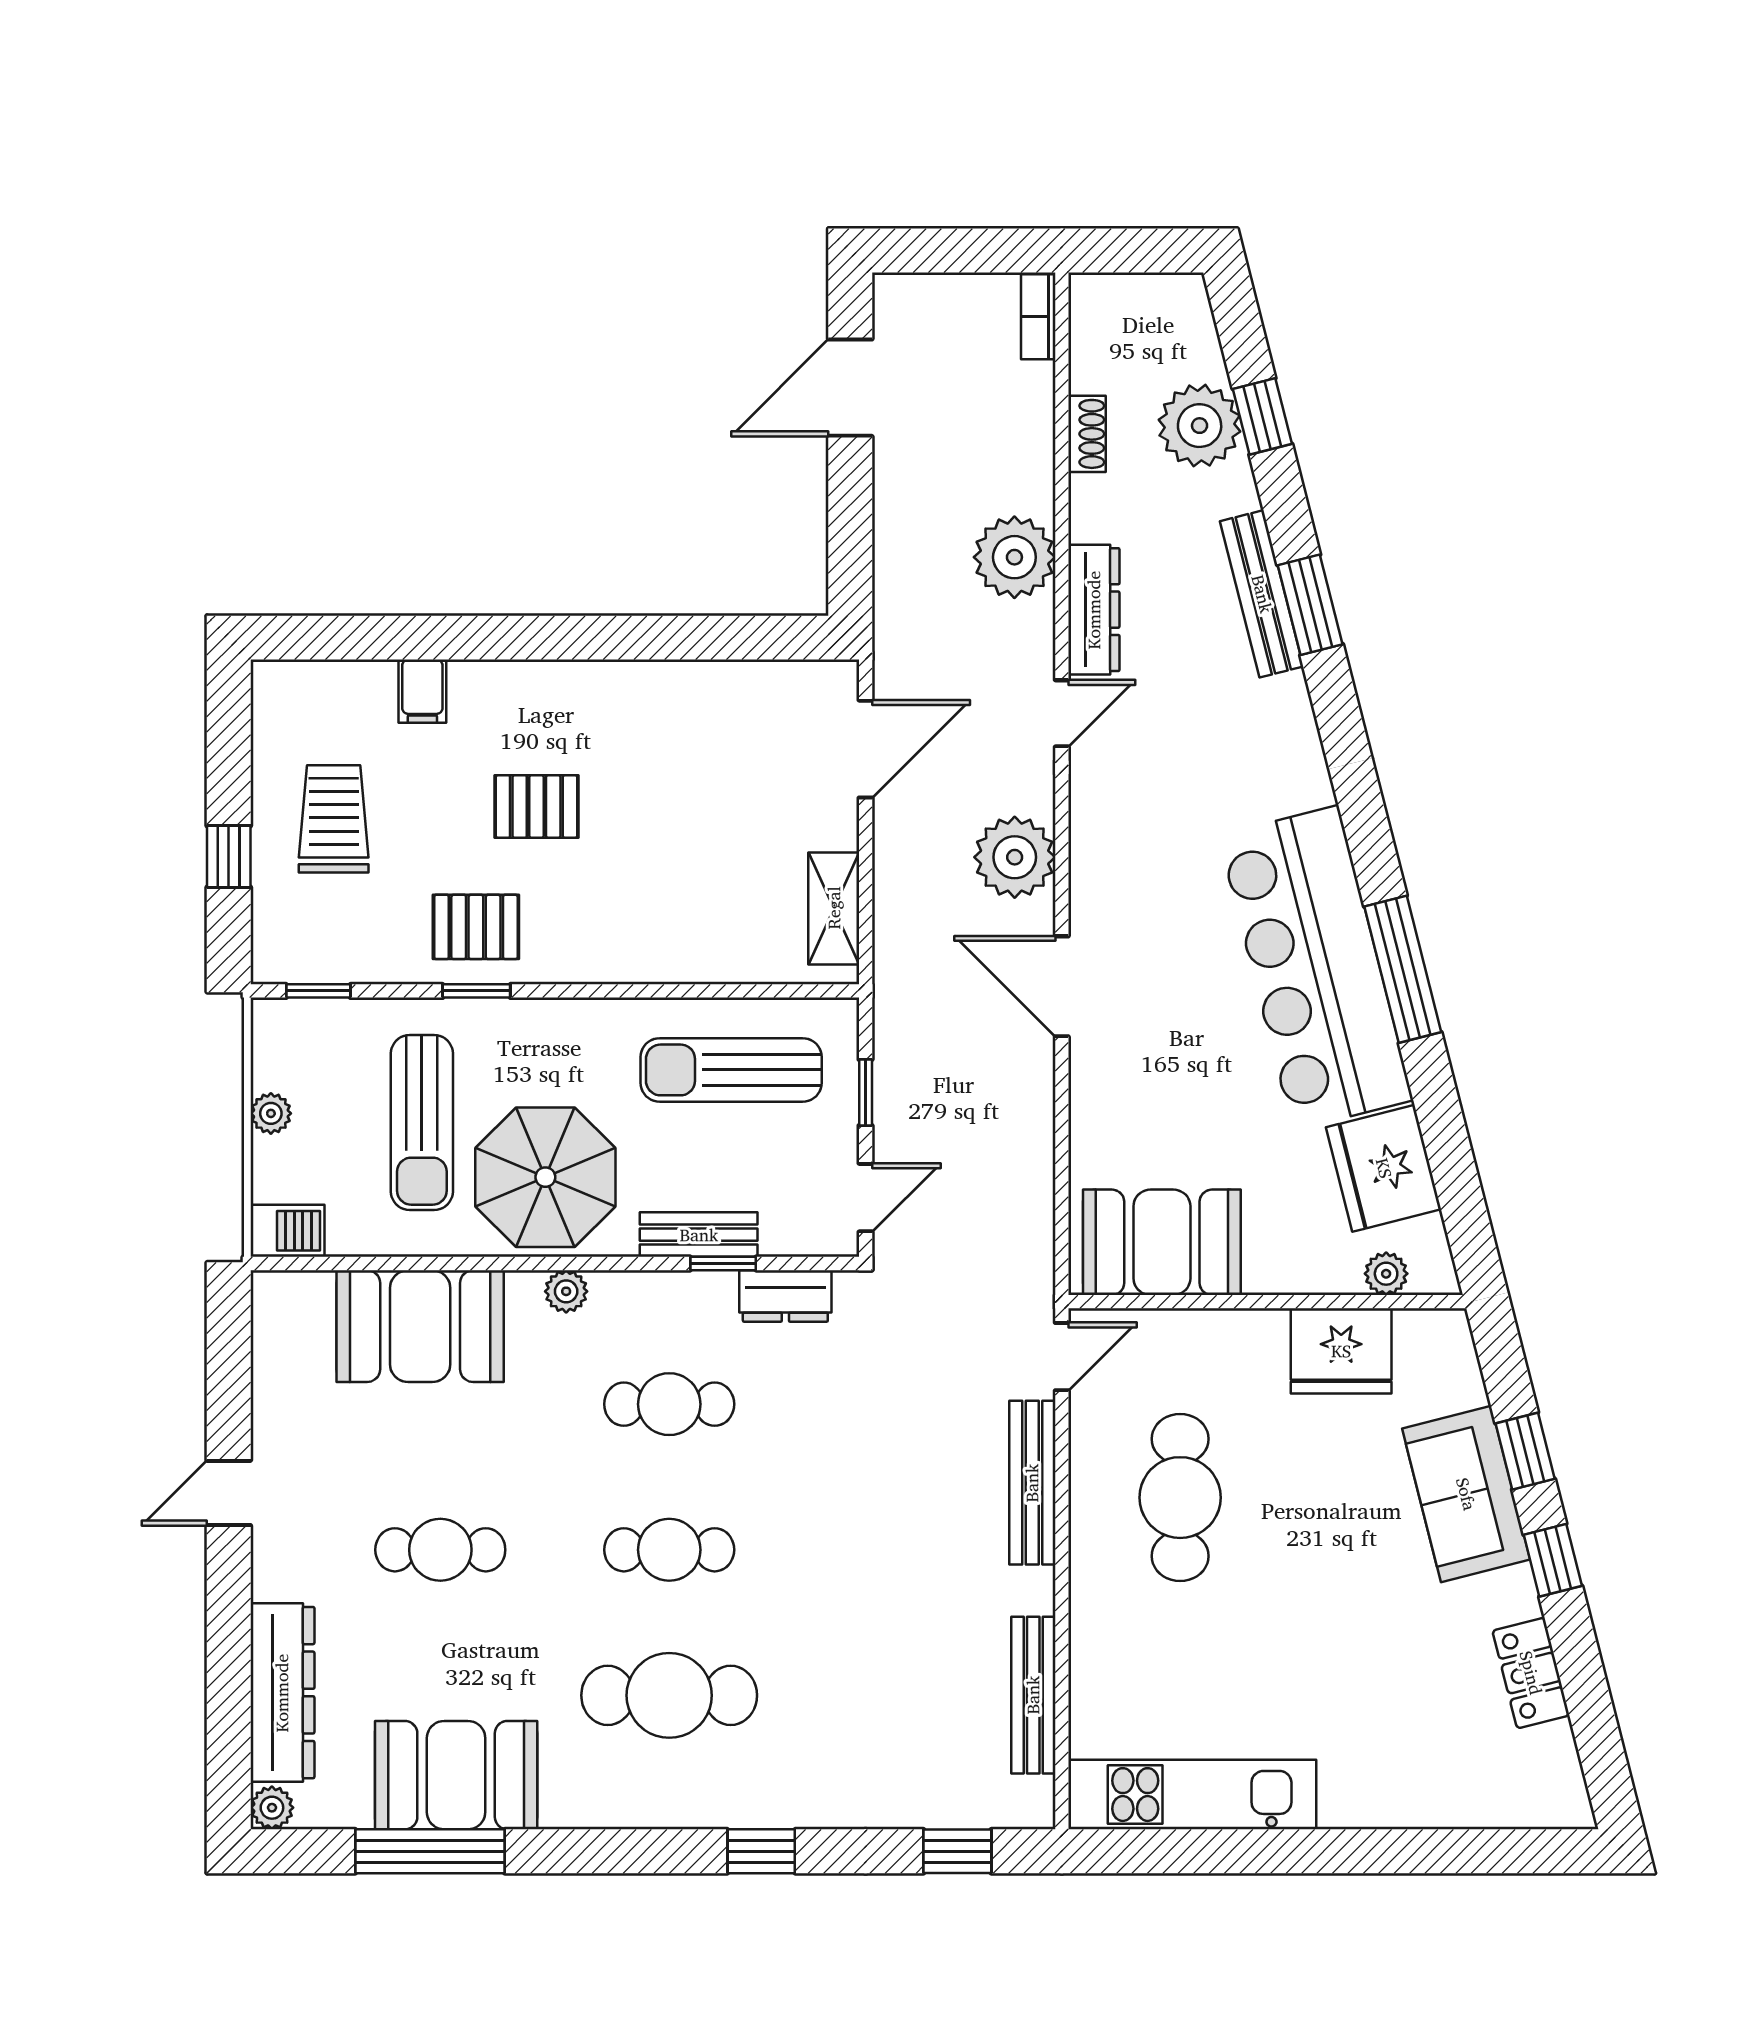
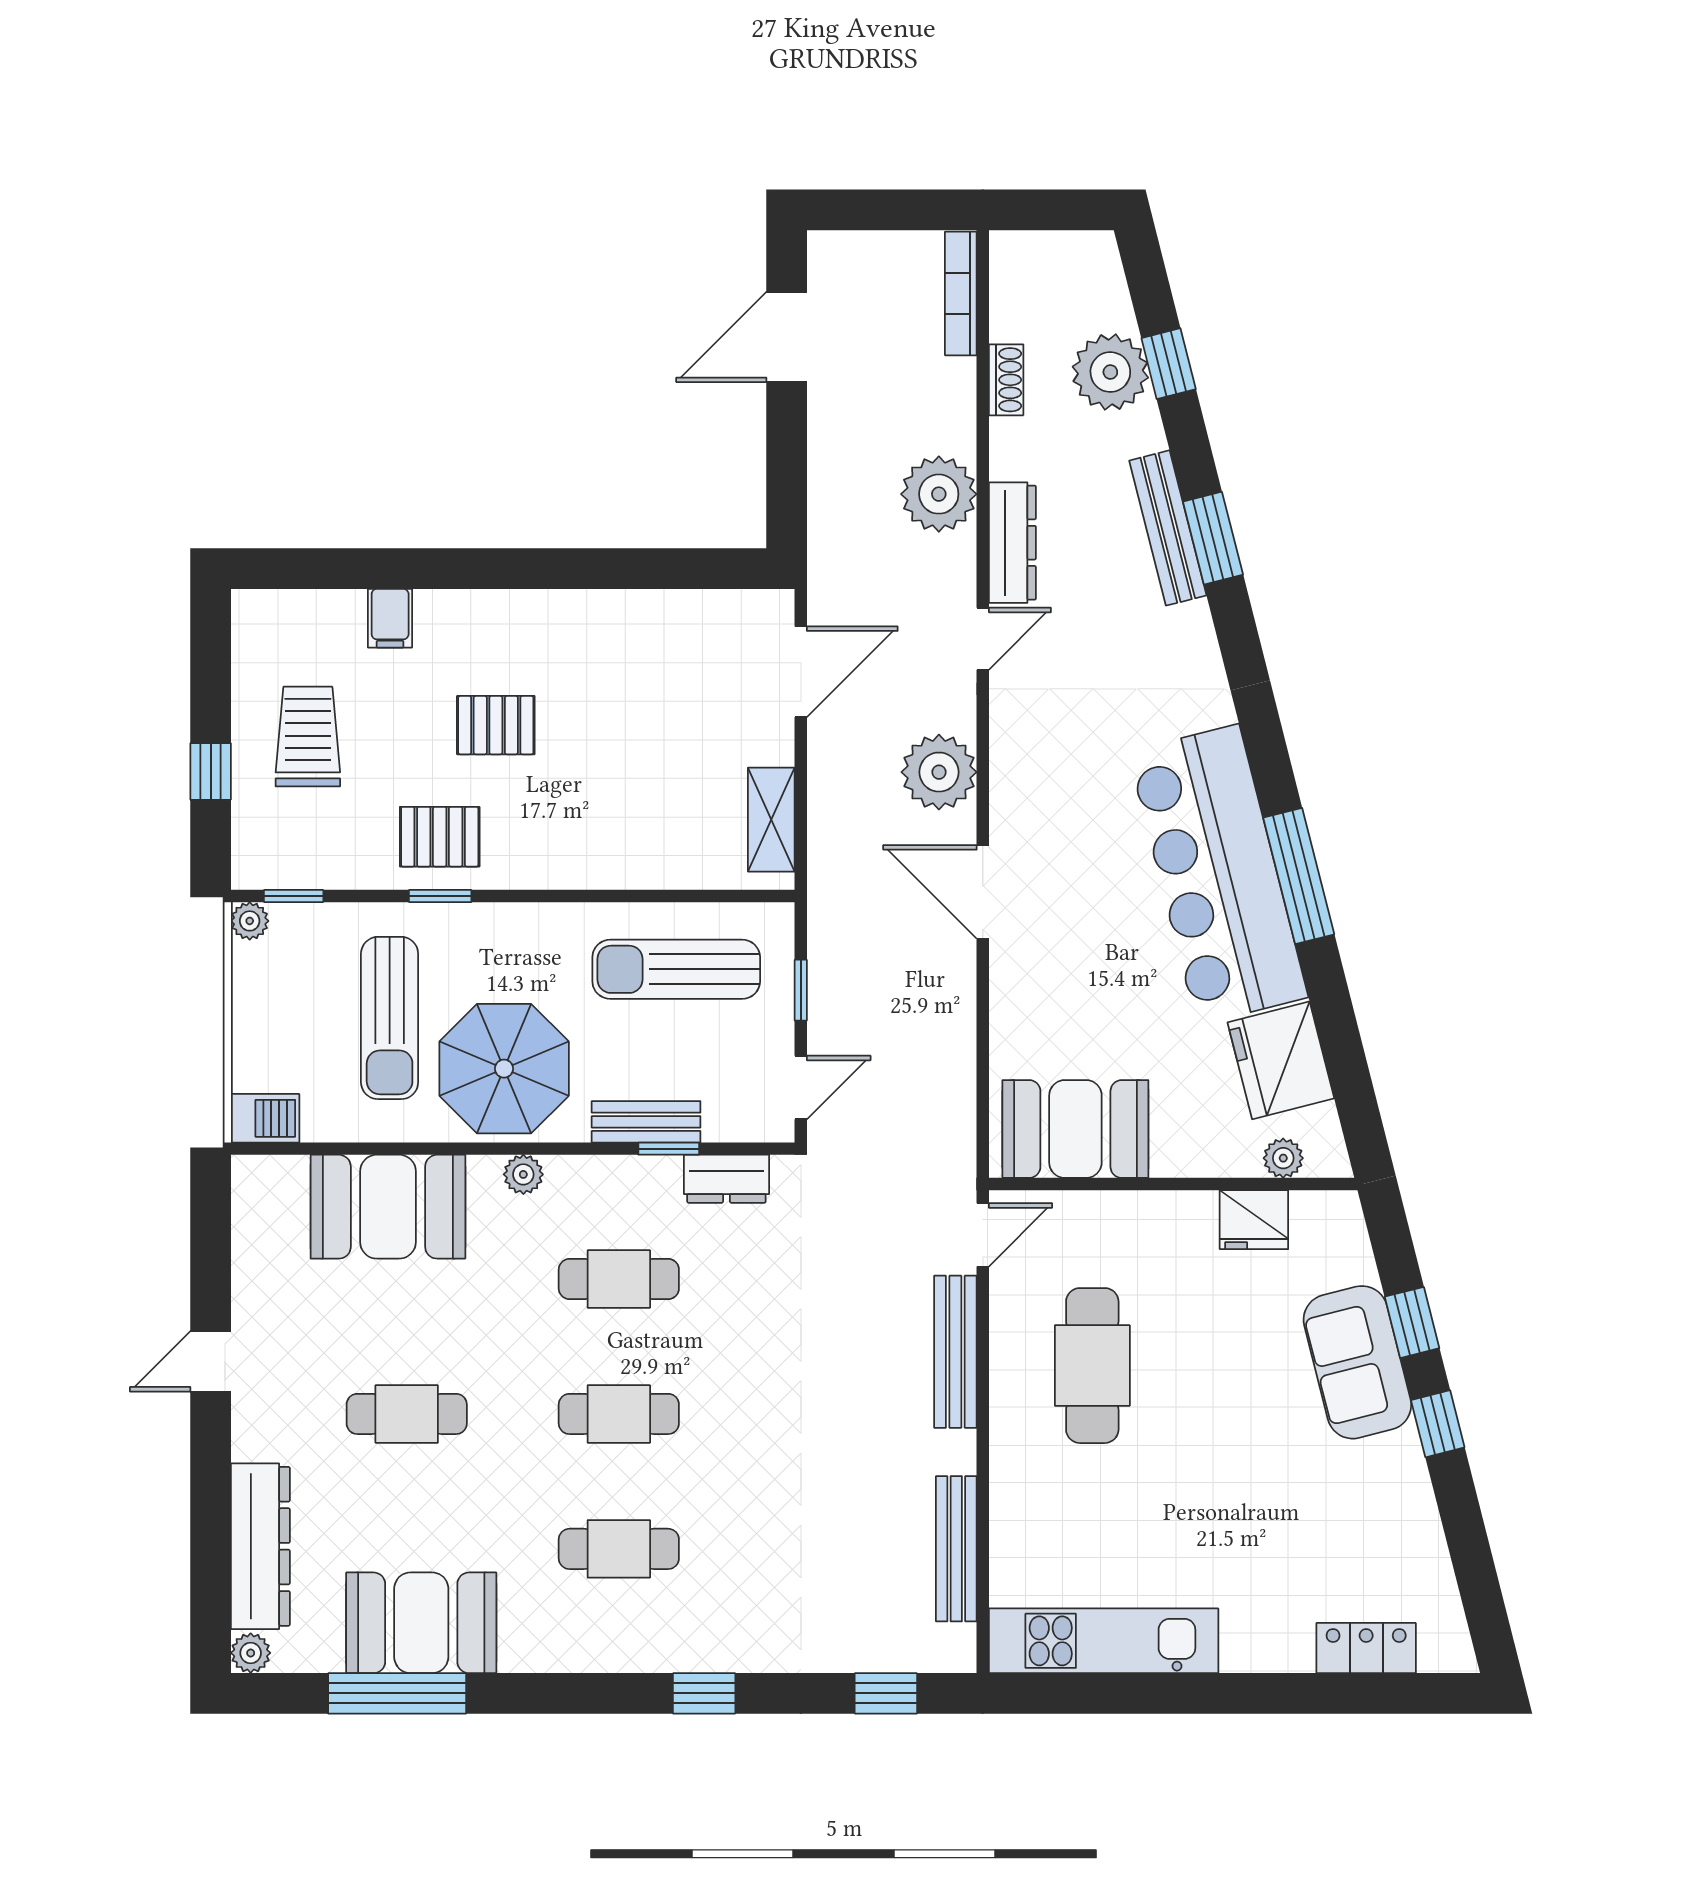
bookcase: (1038, 317) -> (961, 293), width x1.56
plant: (271, 1113) -> (250, 921), moved
fridge: (1341, 1351) -> (1254, 1220), width x0.73, depth x0.75
locker: (1531, 1673) -> (1366, 1648), moved, turned 104
cafe table: (669, 1695) -> (619, 1549), width x0.73, depth x0.74

